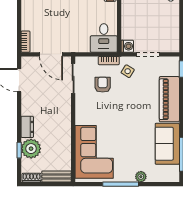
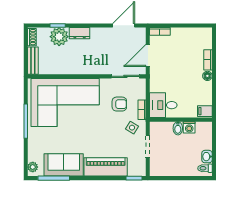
bidet: (128, 23) -> (178, 128), added
washing machine: (127, 46) -> (189, 127), moved
corner sofa: (94, 152) -> (65, 103), width x1.36, depth x1.36
plant: (141, 177) -> (33, 167), moved

